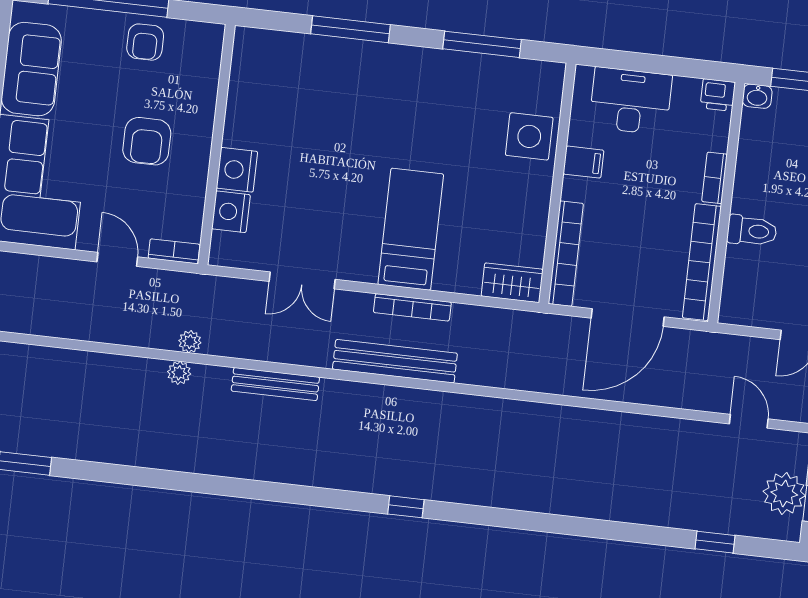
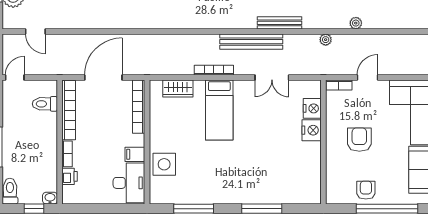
printer: (718, 95) -> (69, 176), moved, turned 90
desk: (631, 101) -> (129, 183), moved, turned -90
toilet: (752, 231) -> (45, 104), moved
door: (117, 259) -> (367, 77), swing flipped
double door: (302, 280) -> (272, 77), swing flipped
wardrobe: (512, 283) -> (178, 89), moved
bench: (395, 361) -> (251, 42), moved
plant: (179, 373) -> (356, 23), moved

